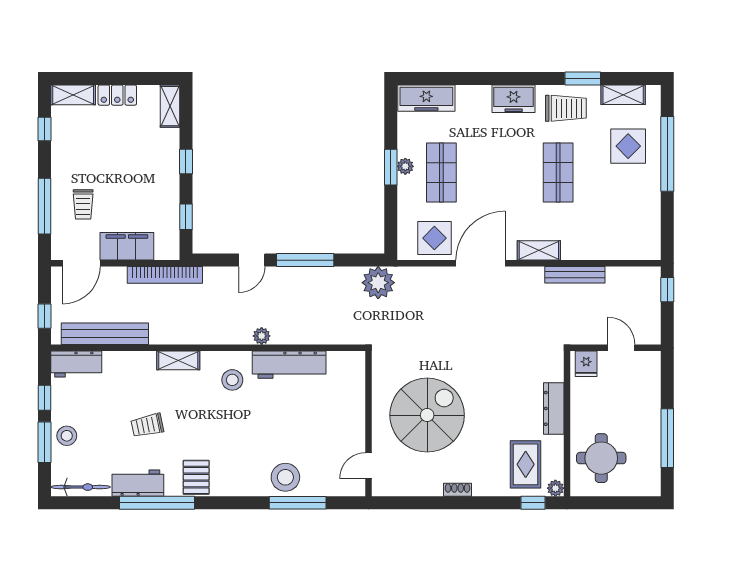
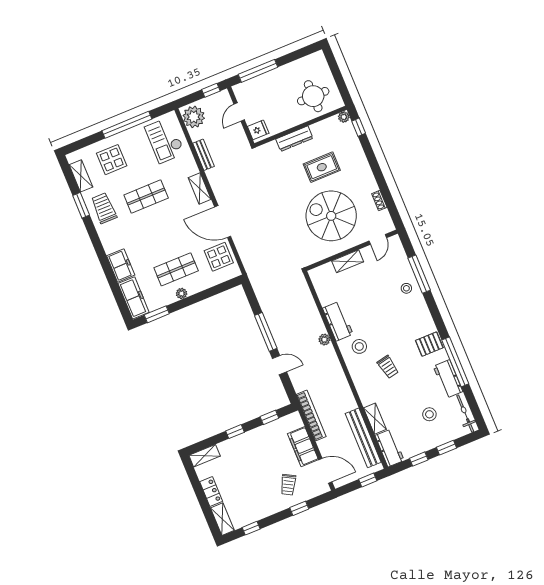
freezer: (514, 99) -> (121, 265), moved
window: (667, 154) -> (127, 125), moved
window: (391, 167) -> (157, 314), moved
trolley: (83, 204) -> (288, 485), turned 119
window: (45, 206) -> (299, 508), width x0.46
checkout: (625, 230) -> (165, 140), added
bench: (575, 275) -> (204, 155), width x0.73
plant: (378, 283) -> (194, 117), moved
window: (667, 290) -> (211, 90), moved
shelving: (178, 360) -> (375, 419), moved
workbench: (289, 365) -> (338, 321), width x0.73
shelving: (356, 412) -> (348, 261), added
trolley: (147, 425) -> (388, 367), moved
stool: (67, 436) -> (429, 414), moved
window: (667, 438) -> (258, 71), moved
window: (45, 442) -> (446, 448), width x0.67
rug: (526, 464) -> (322, 167), moved
door: (369, 466) -> (378, 239), hinge flipped
stool: (285, 477) -> (406, 288), width x0.53, depth x0.53
shoe rack: (458, 490) -> (379, 200), moved

